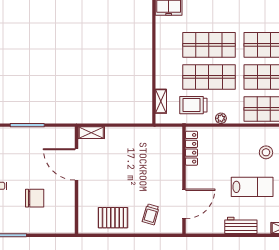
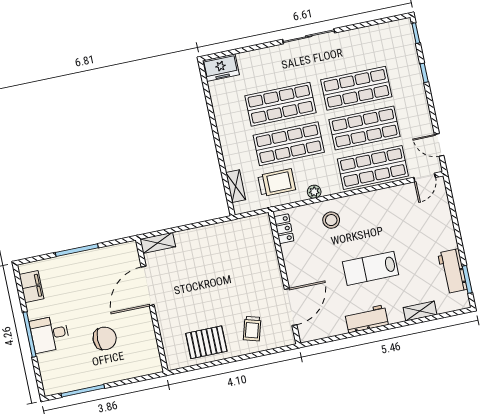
trolley: (193, 105) -> (277, 183), turned 180
locker: (191, 148) -> (284, 229), width x0.66
stool: (266, 152) -> (331, 220), moved
door: (77, 164) -> (148, 286), hinge flipped
lab bench: (252, 187) -> (370, 268), turned 180

